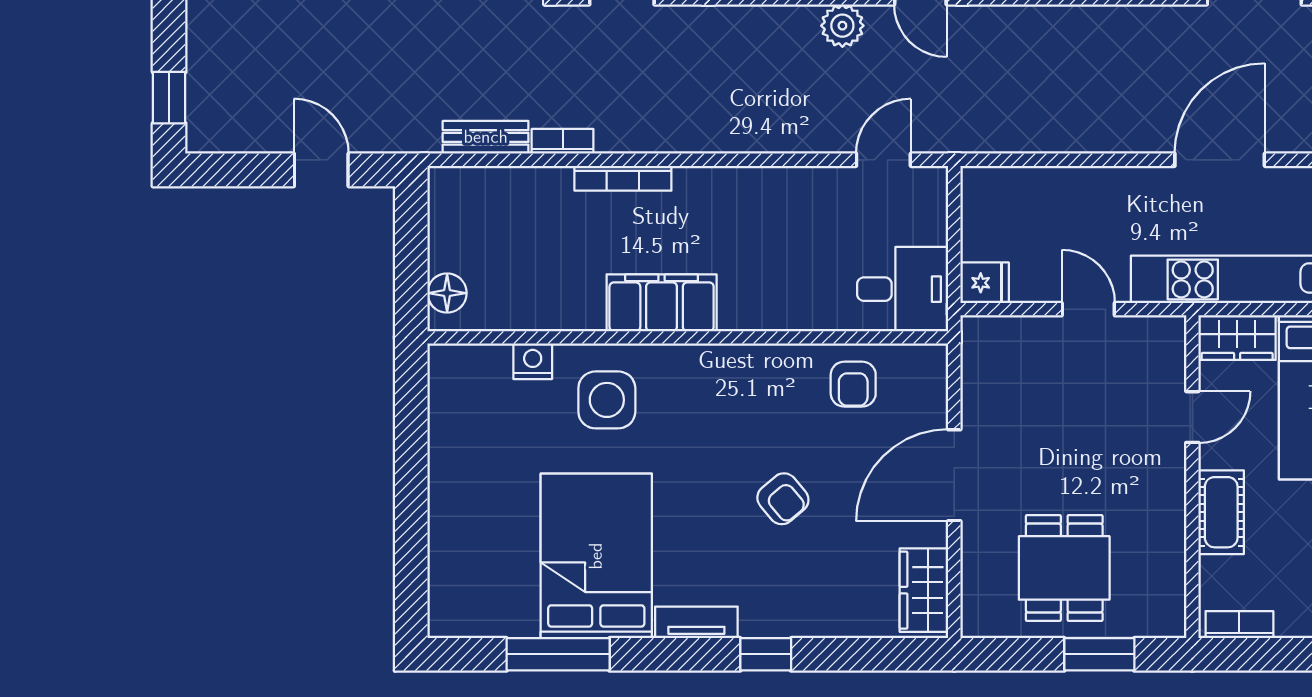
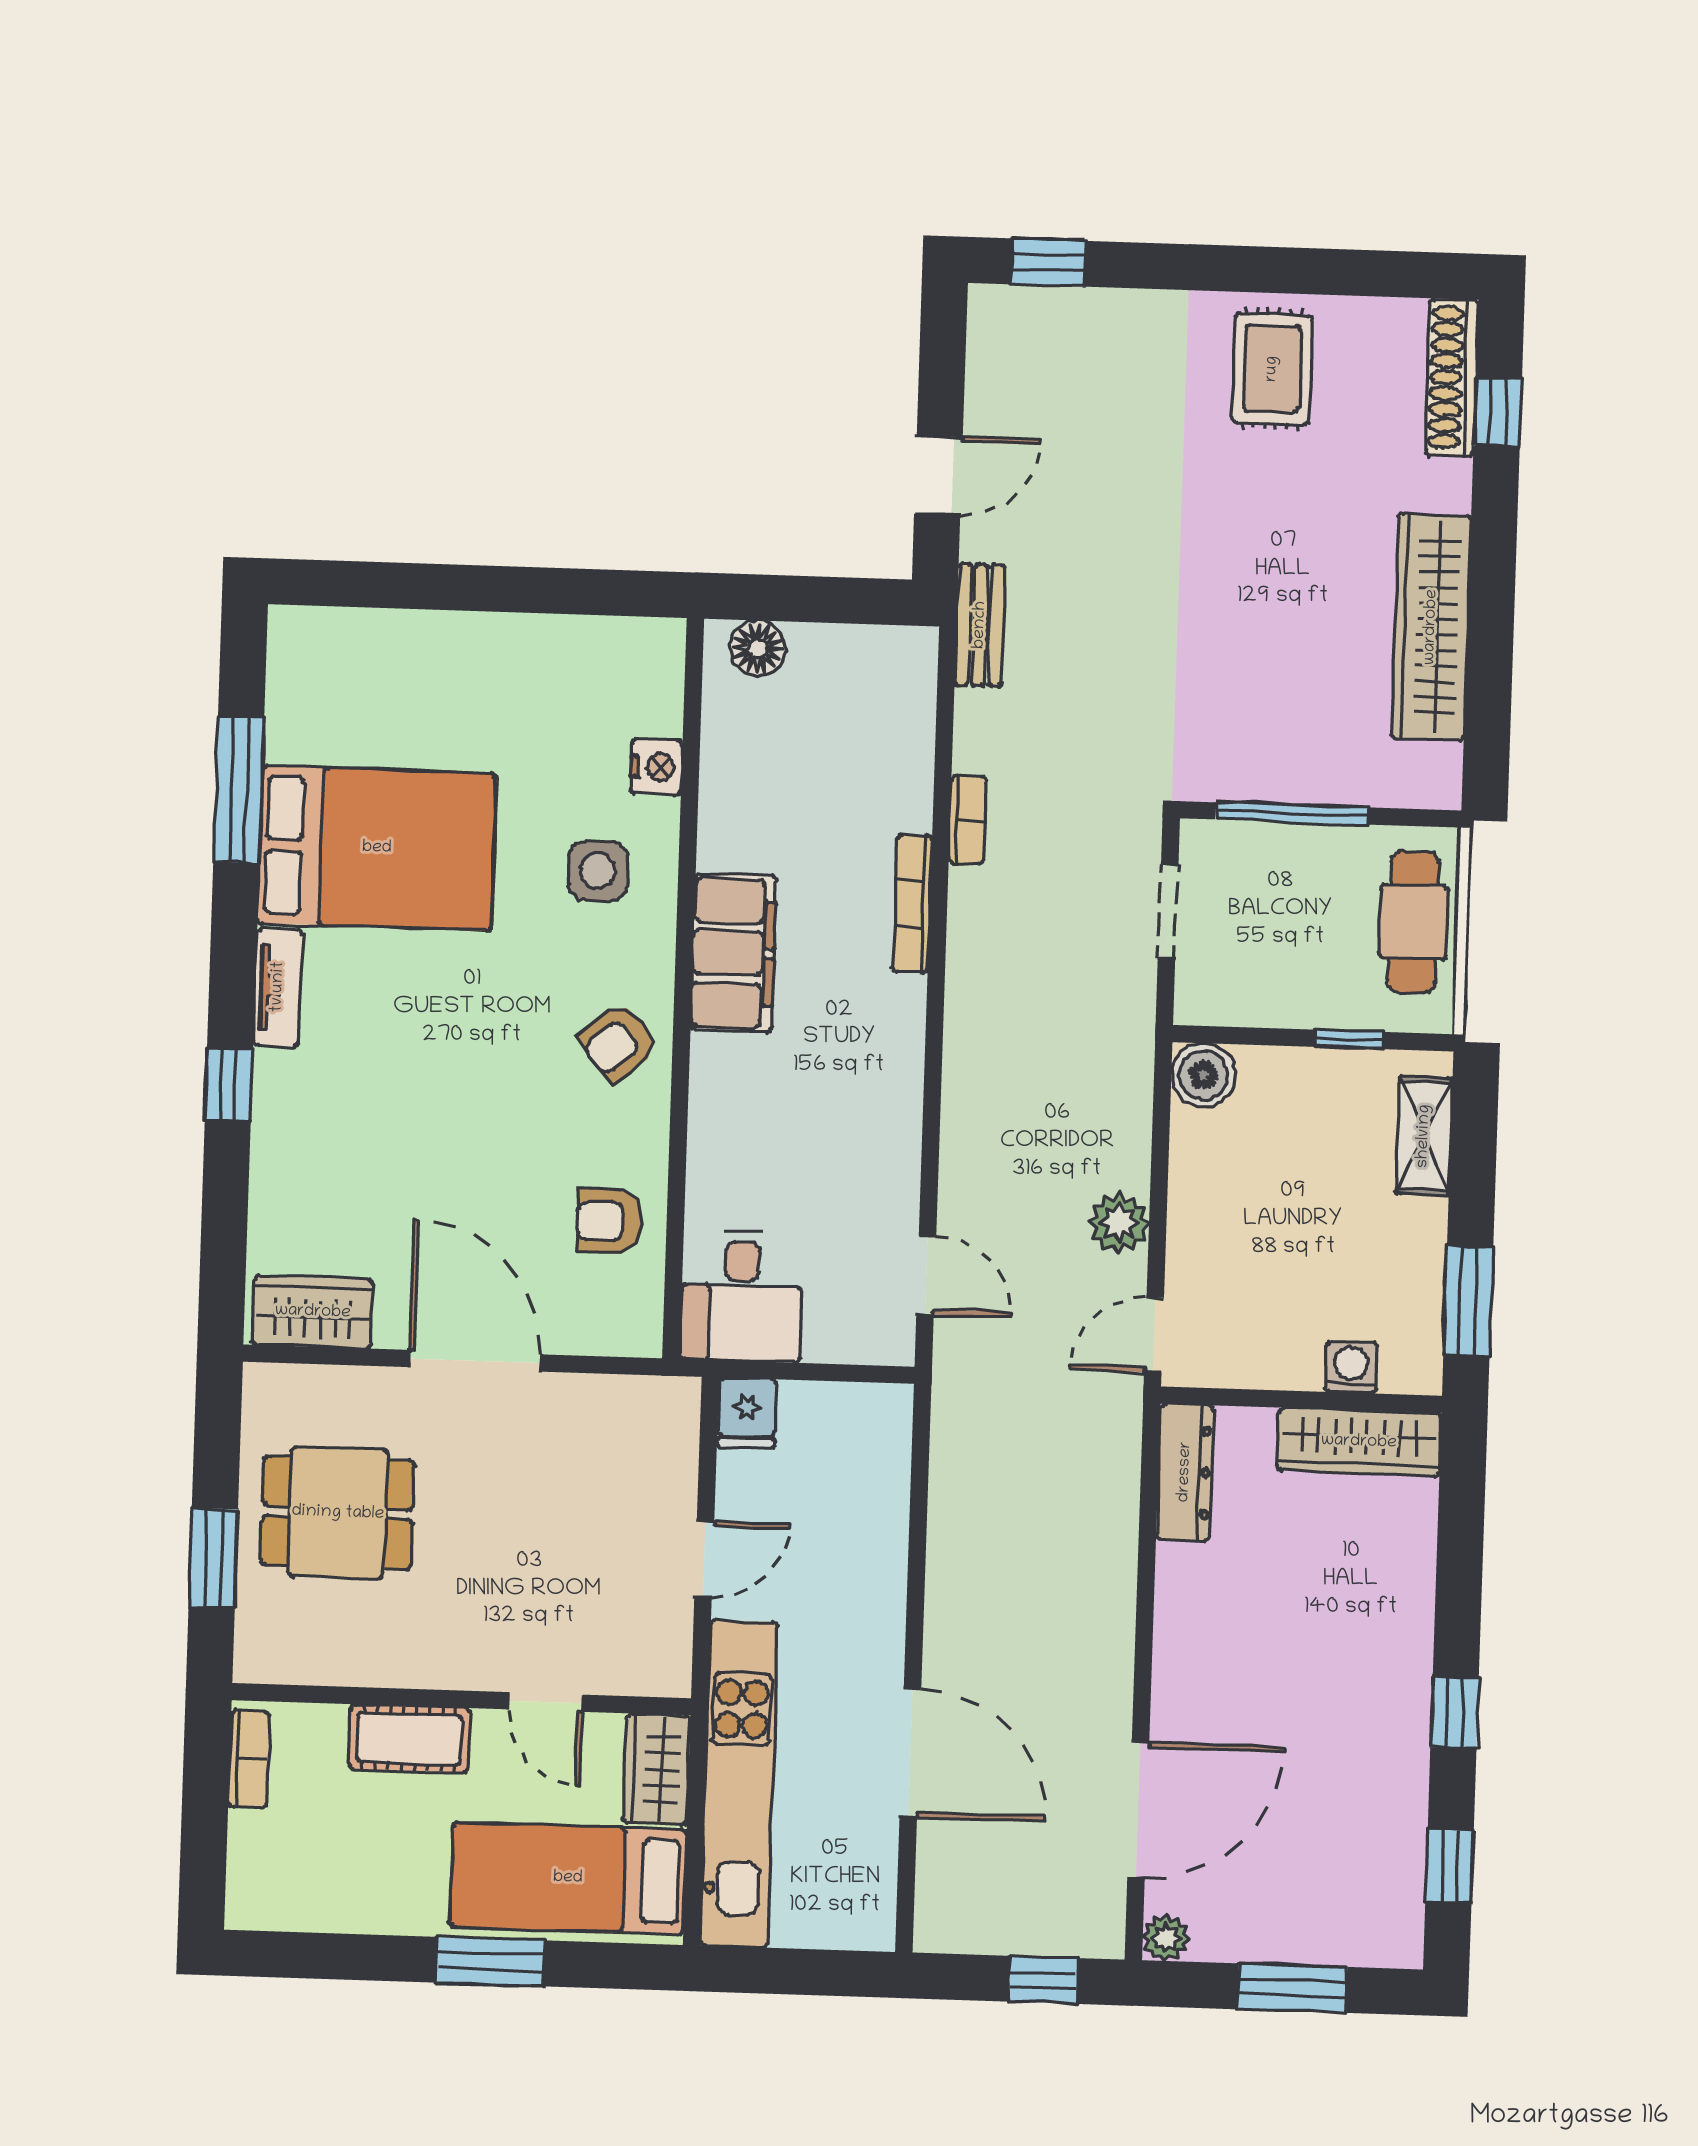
bench: (486, 137) -> (980, 625), moved
side table: (607, 400) -> (598, 871), width x0.73, depth x0.73
armchair: (783, 499) -> (619, 1042), moved

